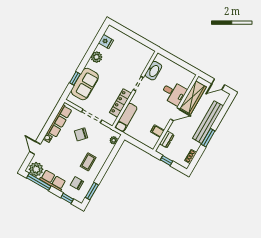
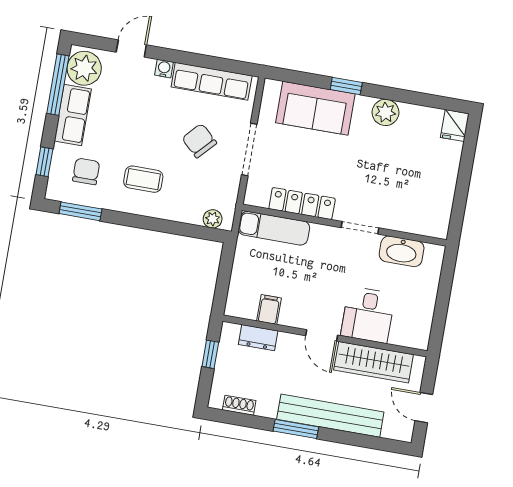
fridge: (106, 42) -> (455, 126), moved
window: (75, 78) -> (346, 86), moved

